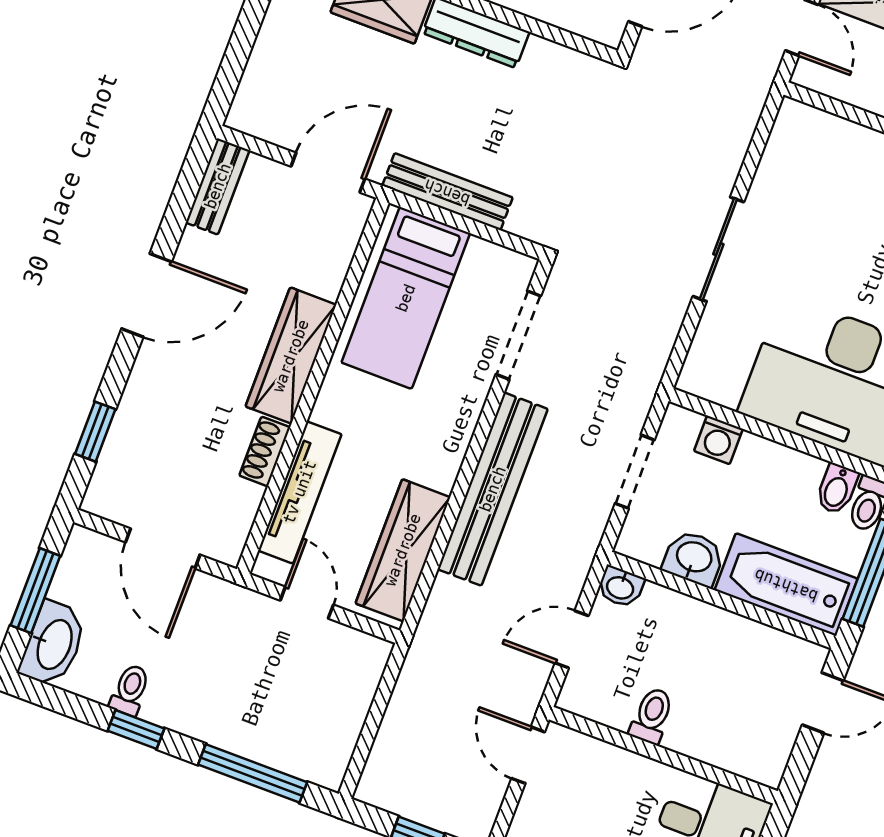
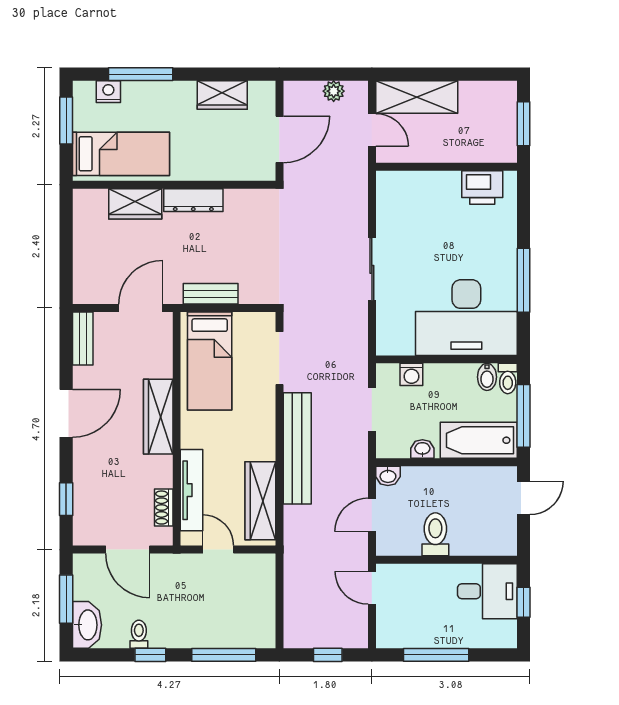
bench: (447, 192) -> (211, 294), width x0.73
shoe rack: (265, 451) -> (164, 508), moved
washbasin: (694, 558) -> (422, 449), width x0.72, depth x0.69
toilet: (652, 716) -> (435, 534), width x1.37, depth x1.39

